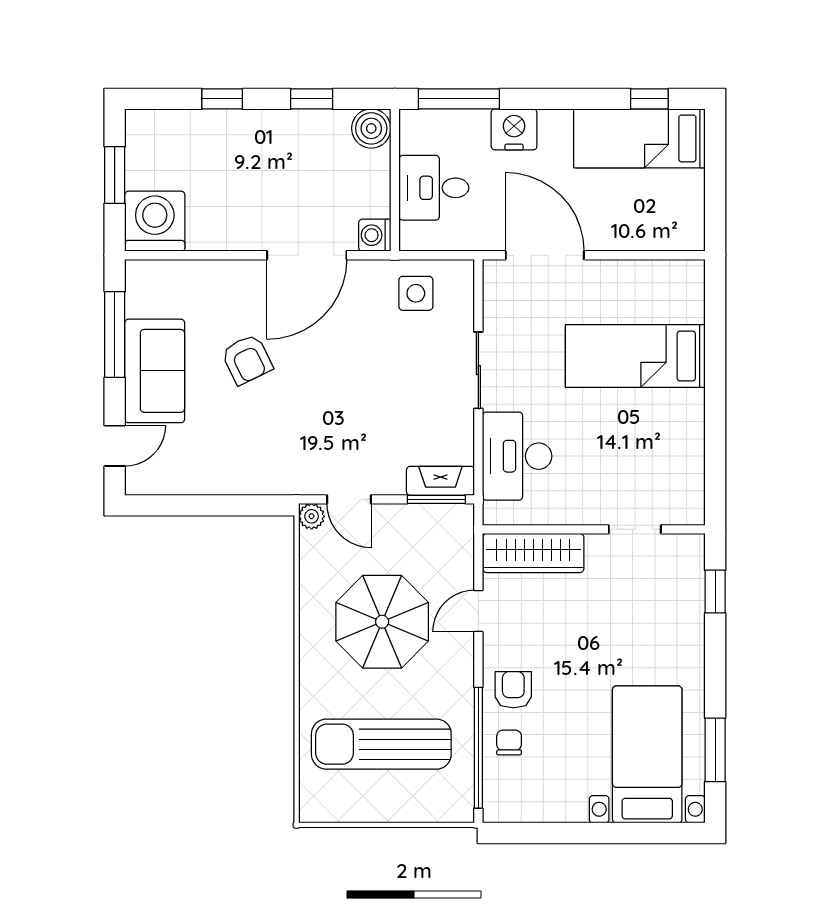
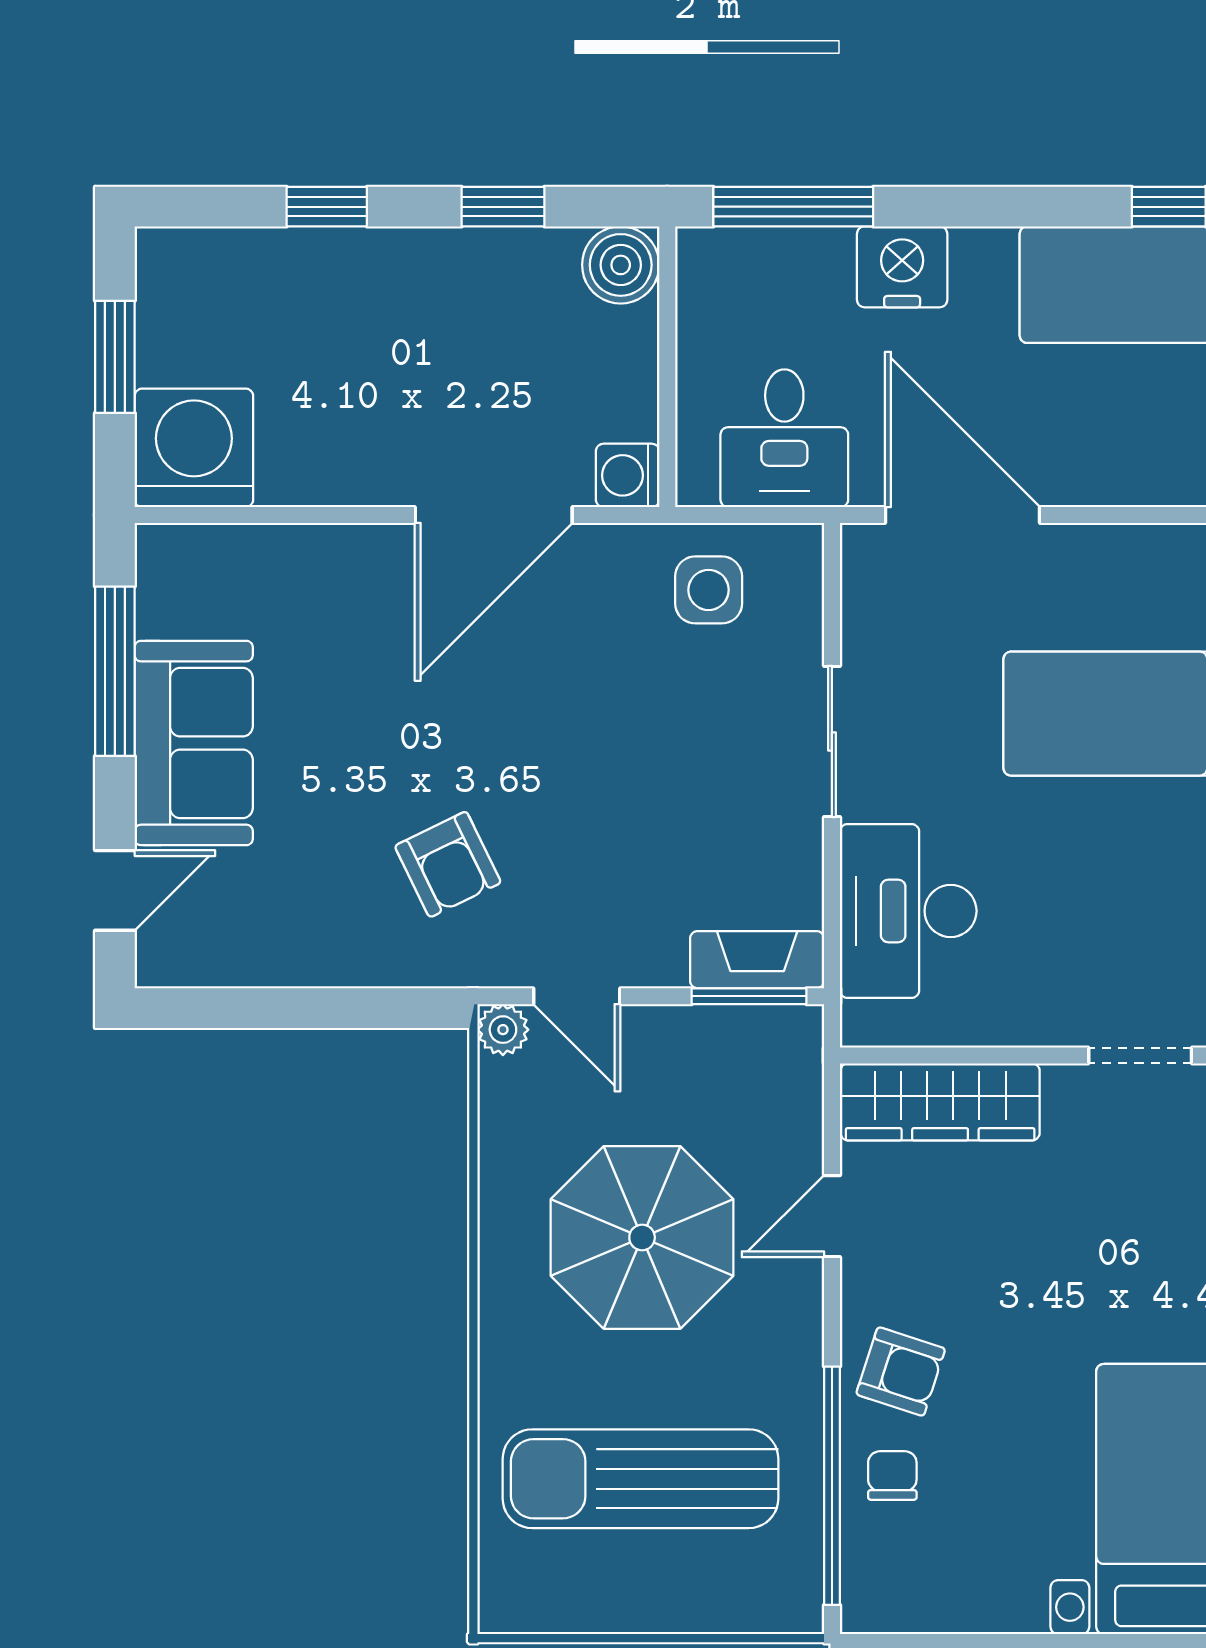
desk: (434, 188) -> (784, 438), moved, turned -90
armchair: (247, 359) -> (448, 864), moved
armchair: (513, 690) -> (901, 1372), turned 108

